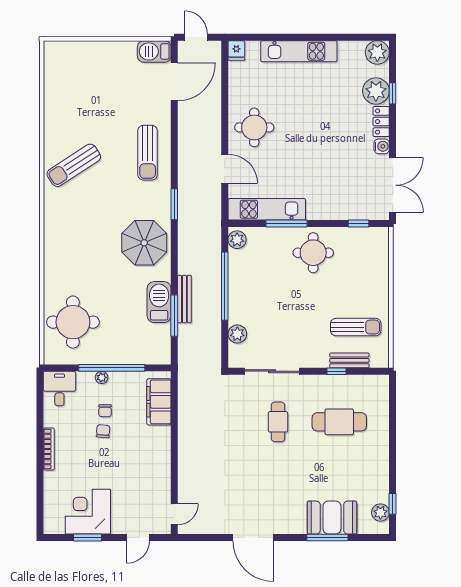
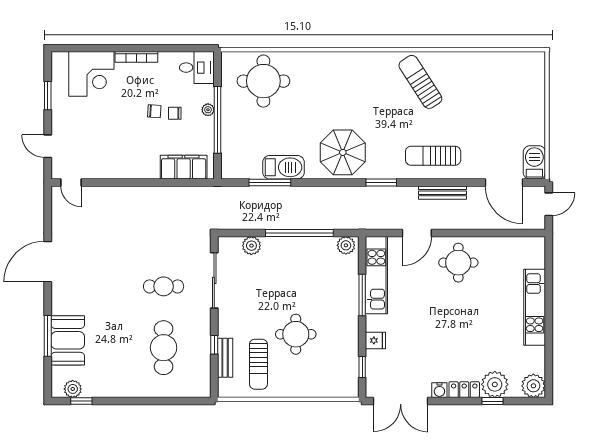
fridge: (236, 50) -> (375, 340), moved, turned 180
round table: (313, 253) -> (296, 334), moved
bench: (184, 299) -> (443, 193), moved
corner desk: (88, 512) -> (91, 74), moved, turned 90

